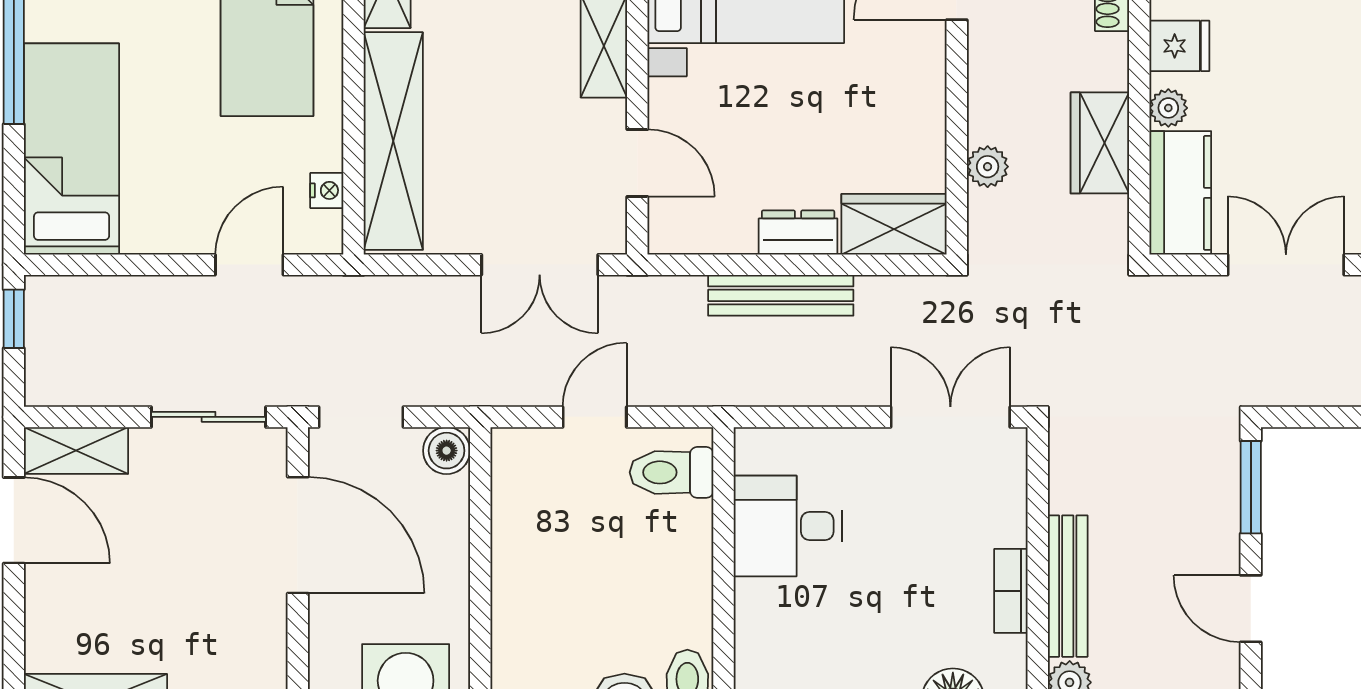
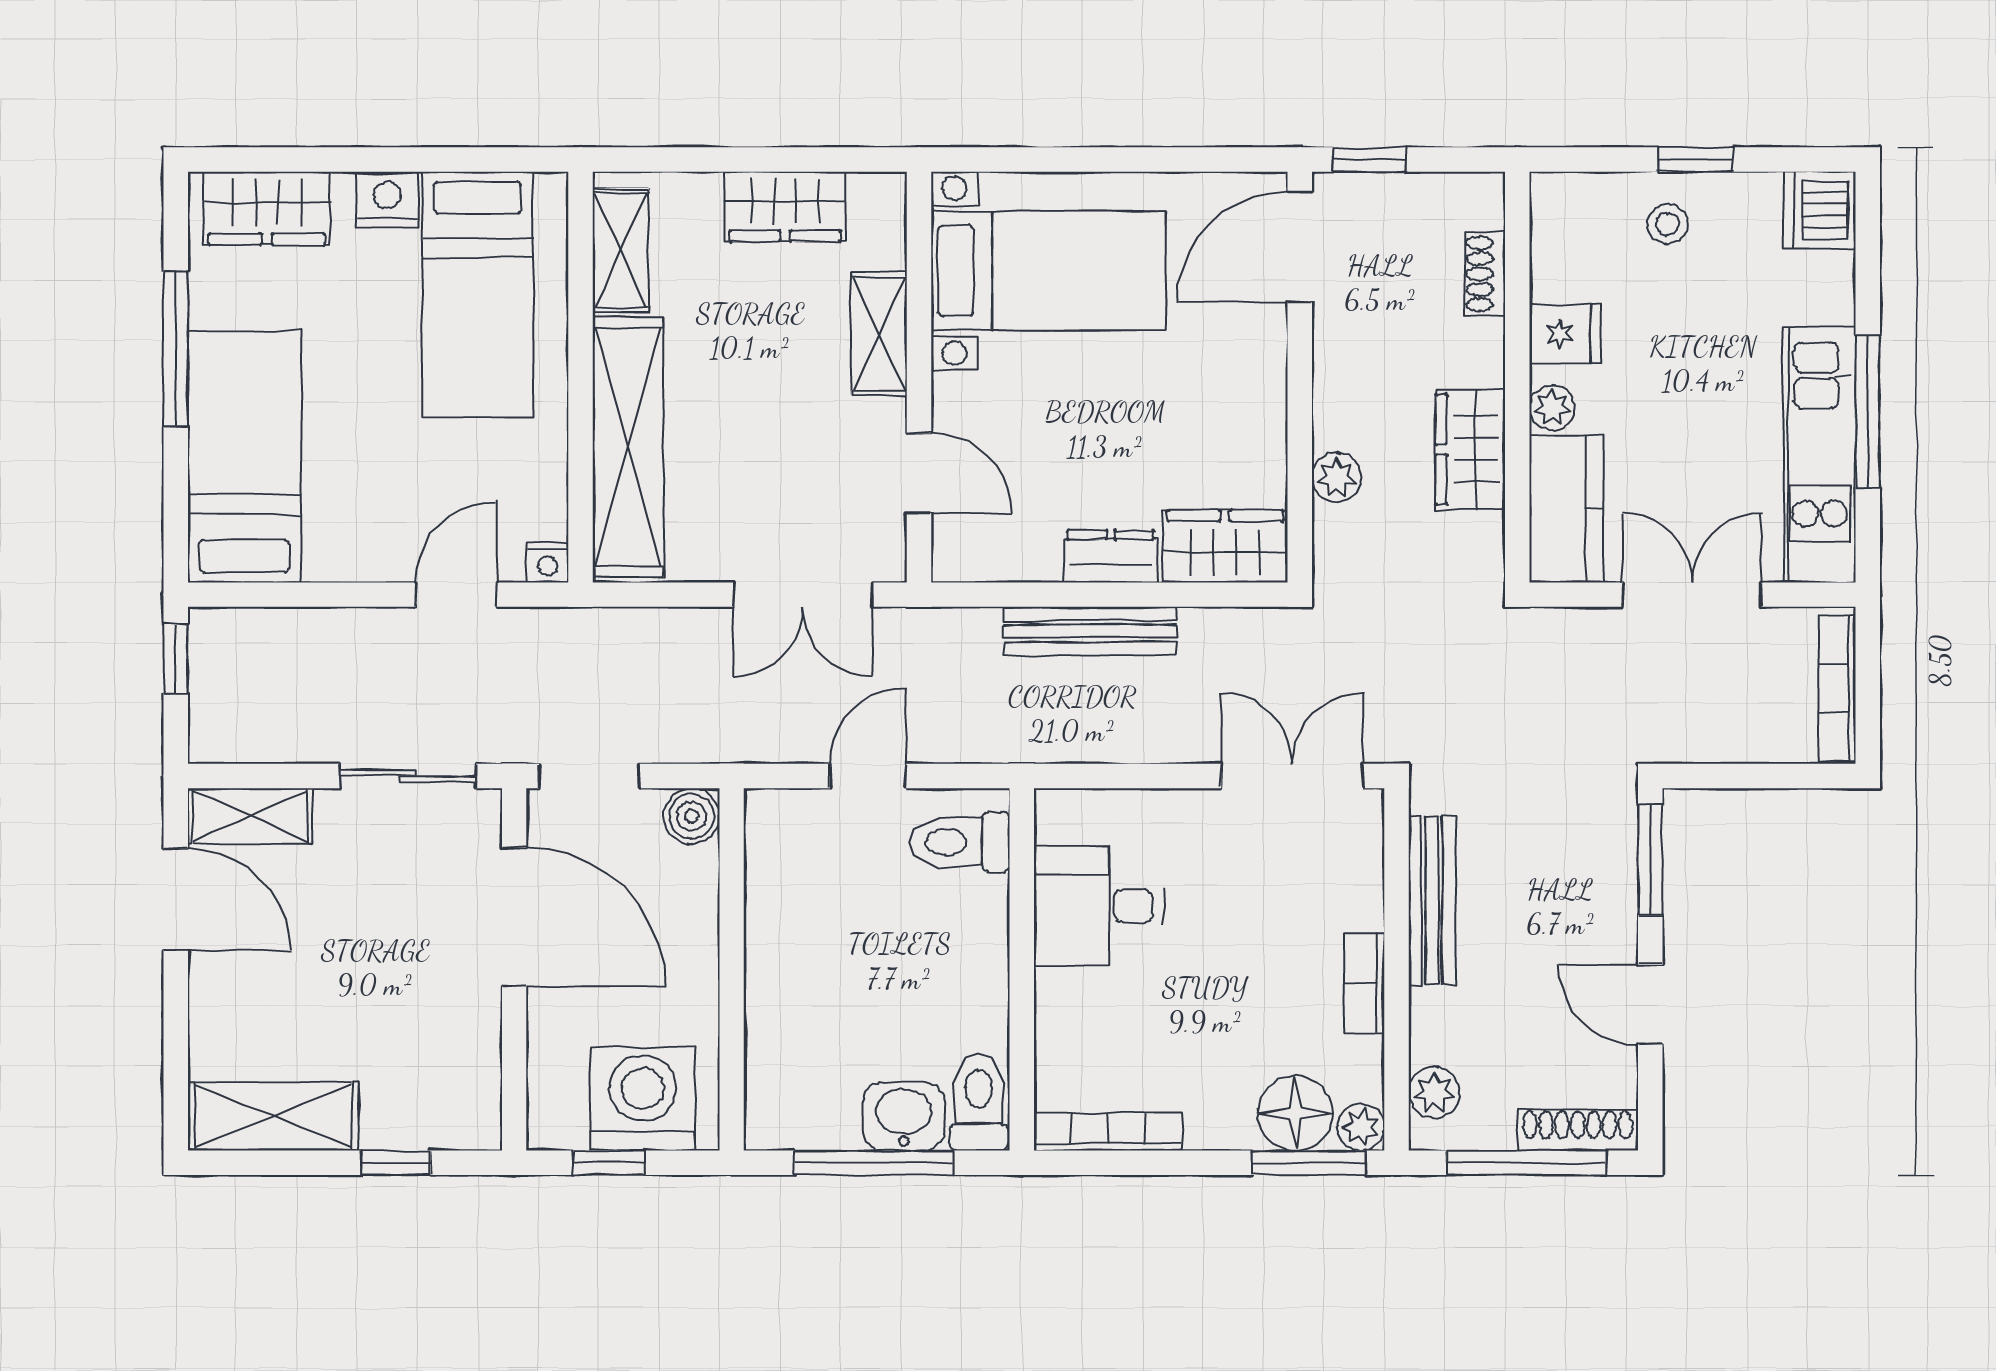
nightstand: (327, 190) -> (548, 563), moved, turned 90
bench: (1068, 586) -> (1432, 900), moved

